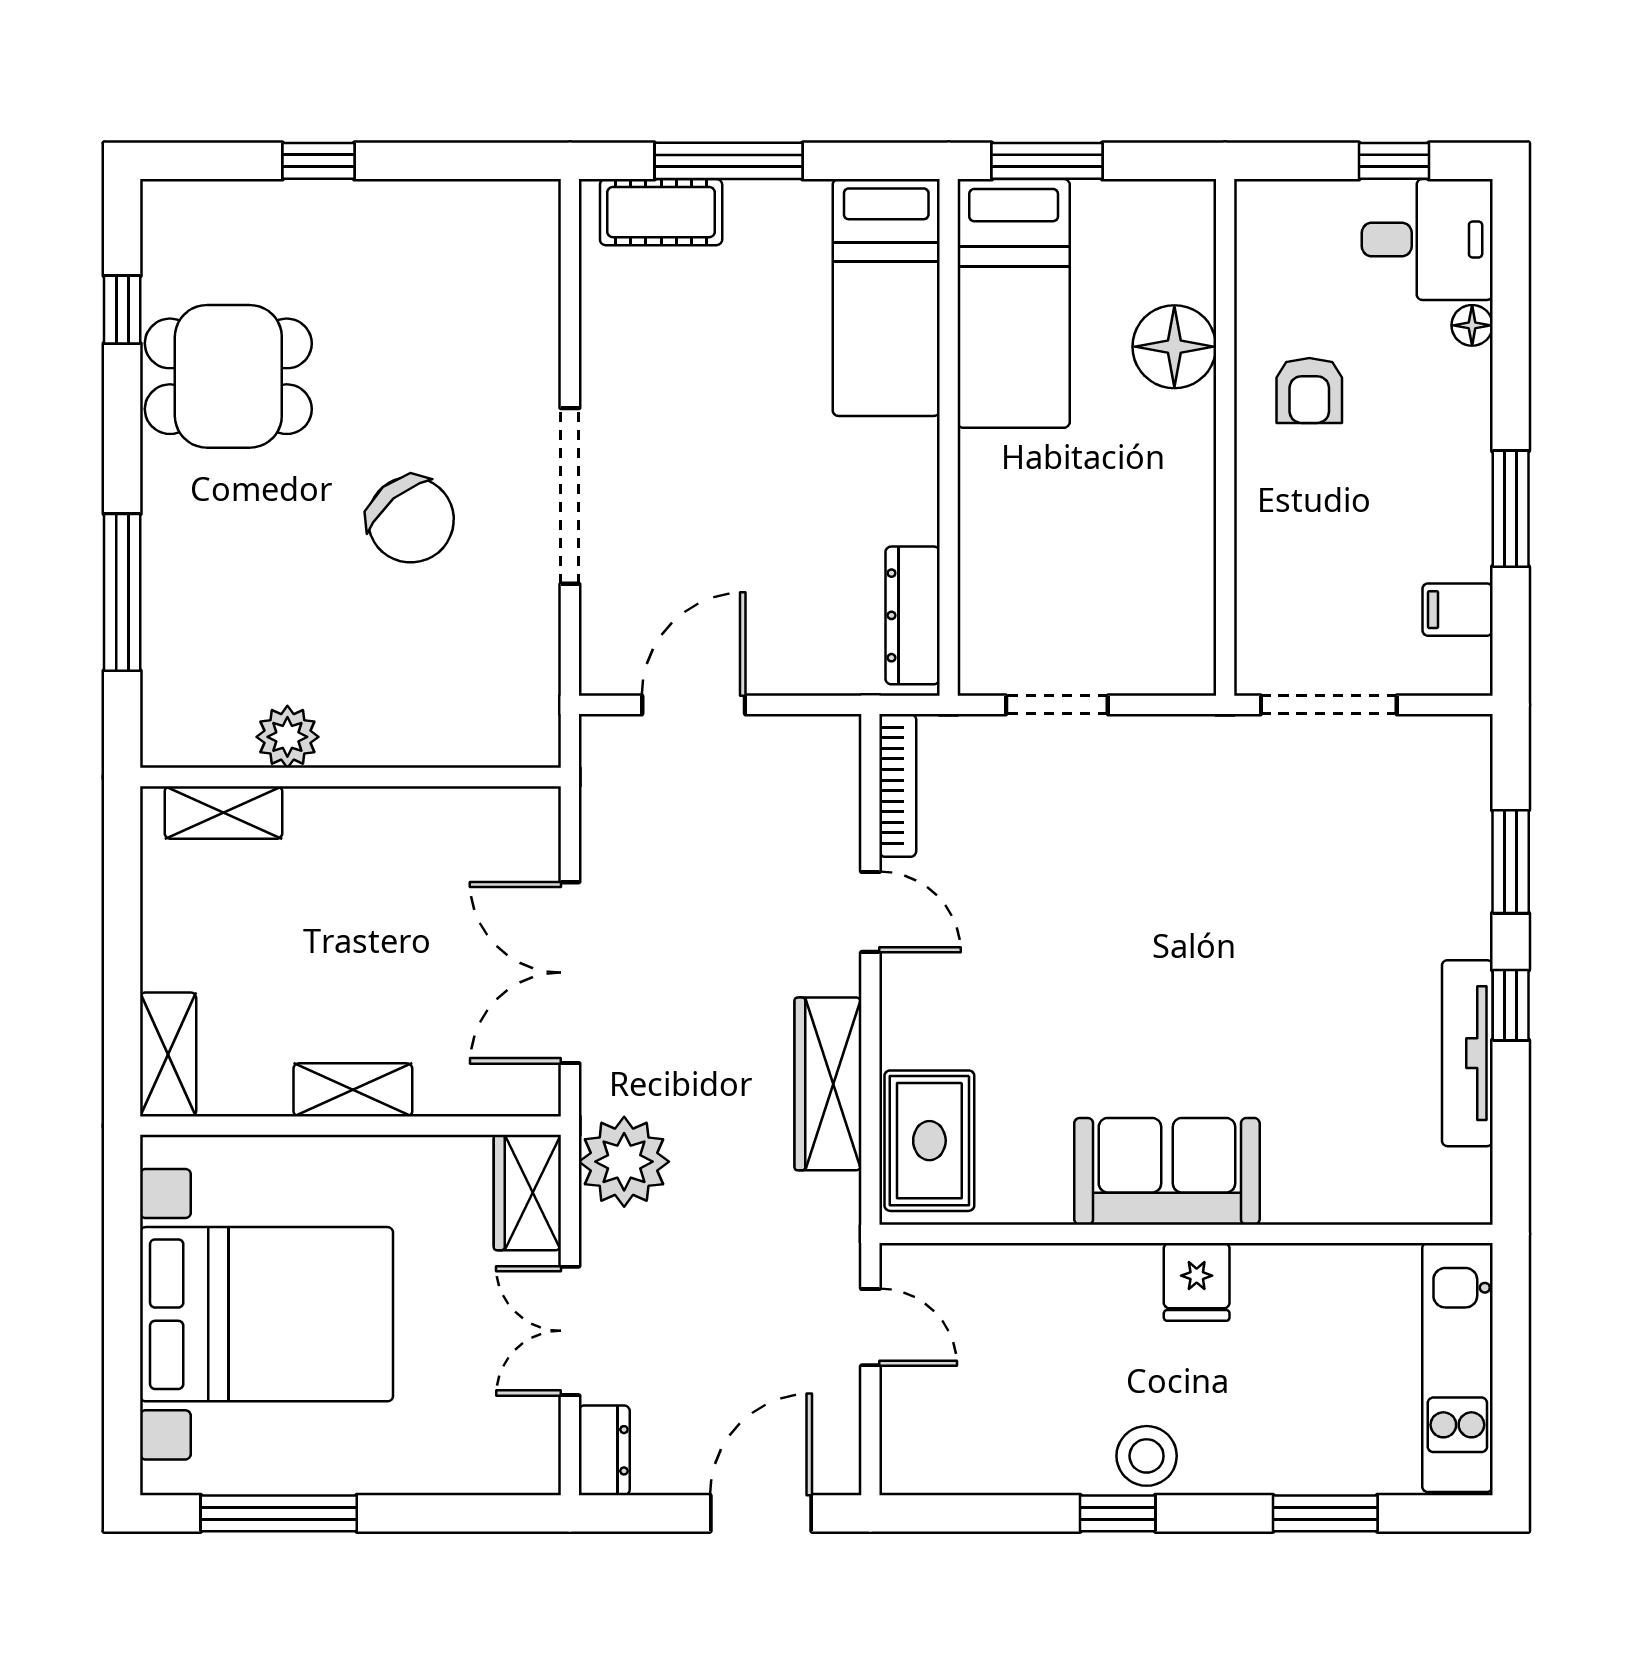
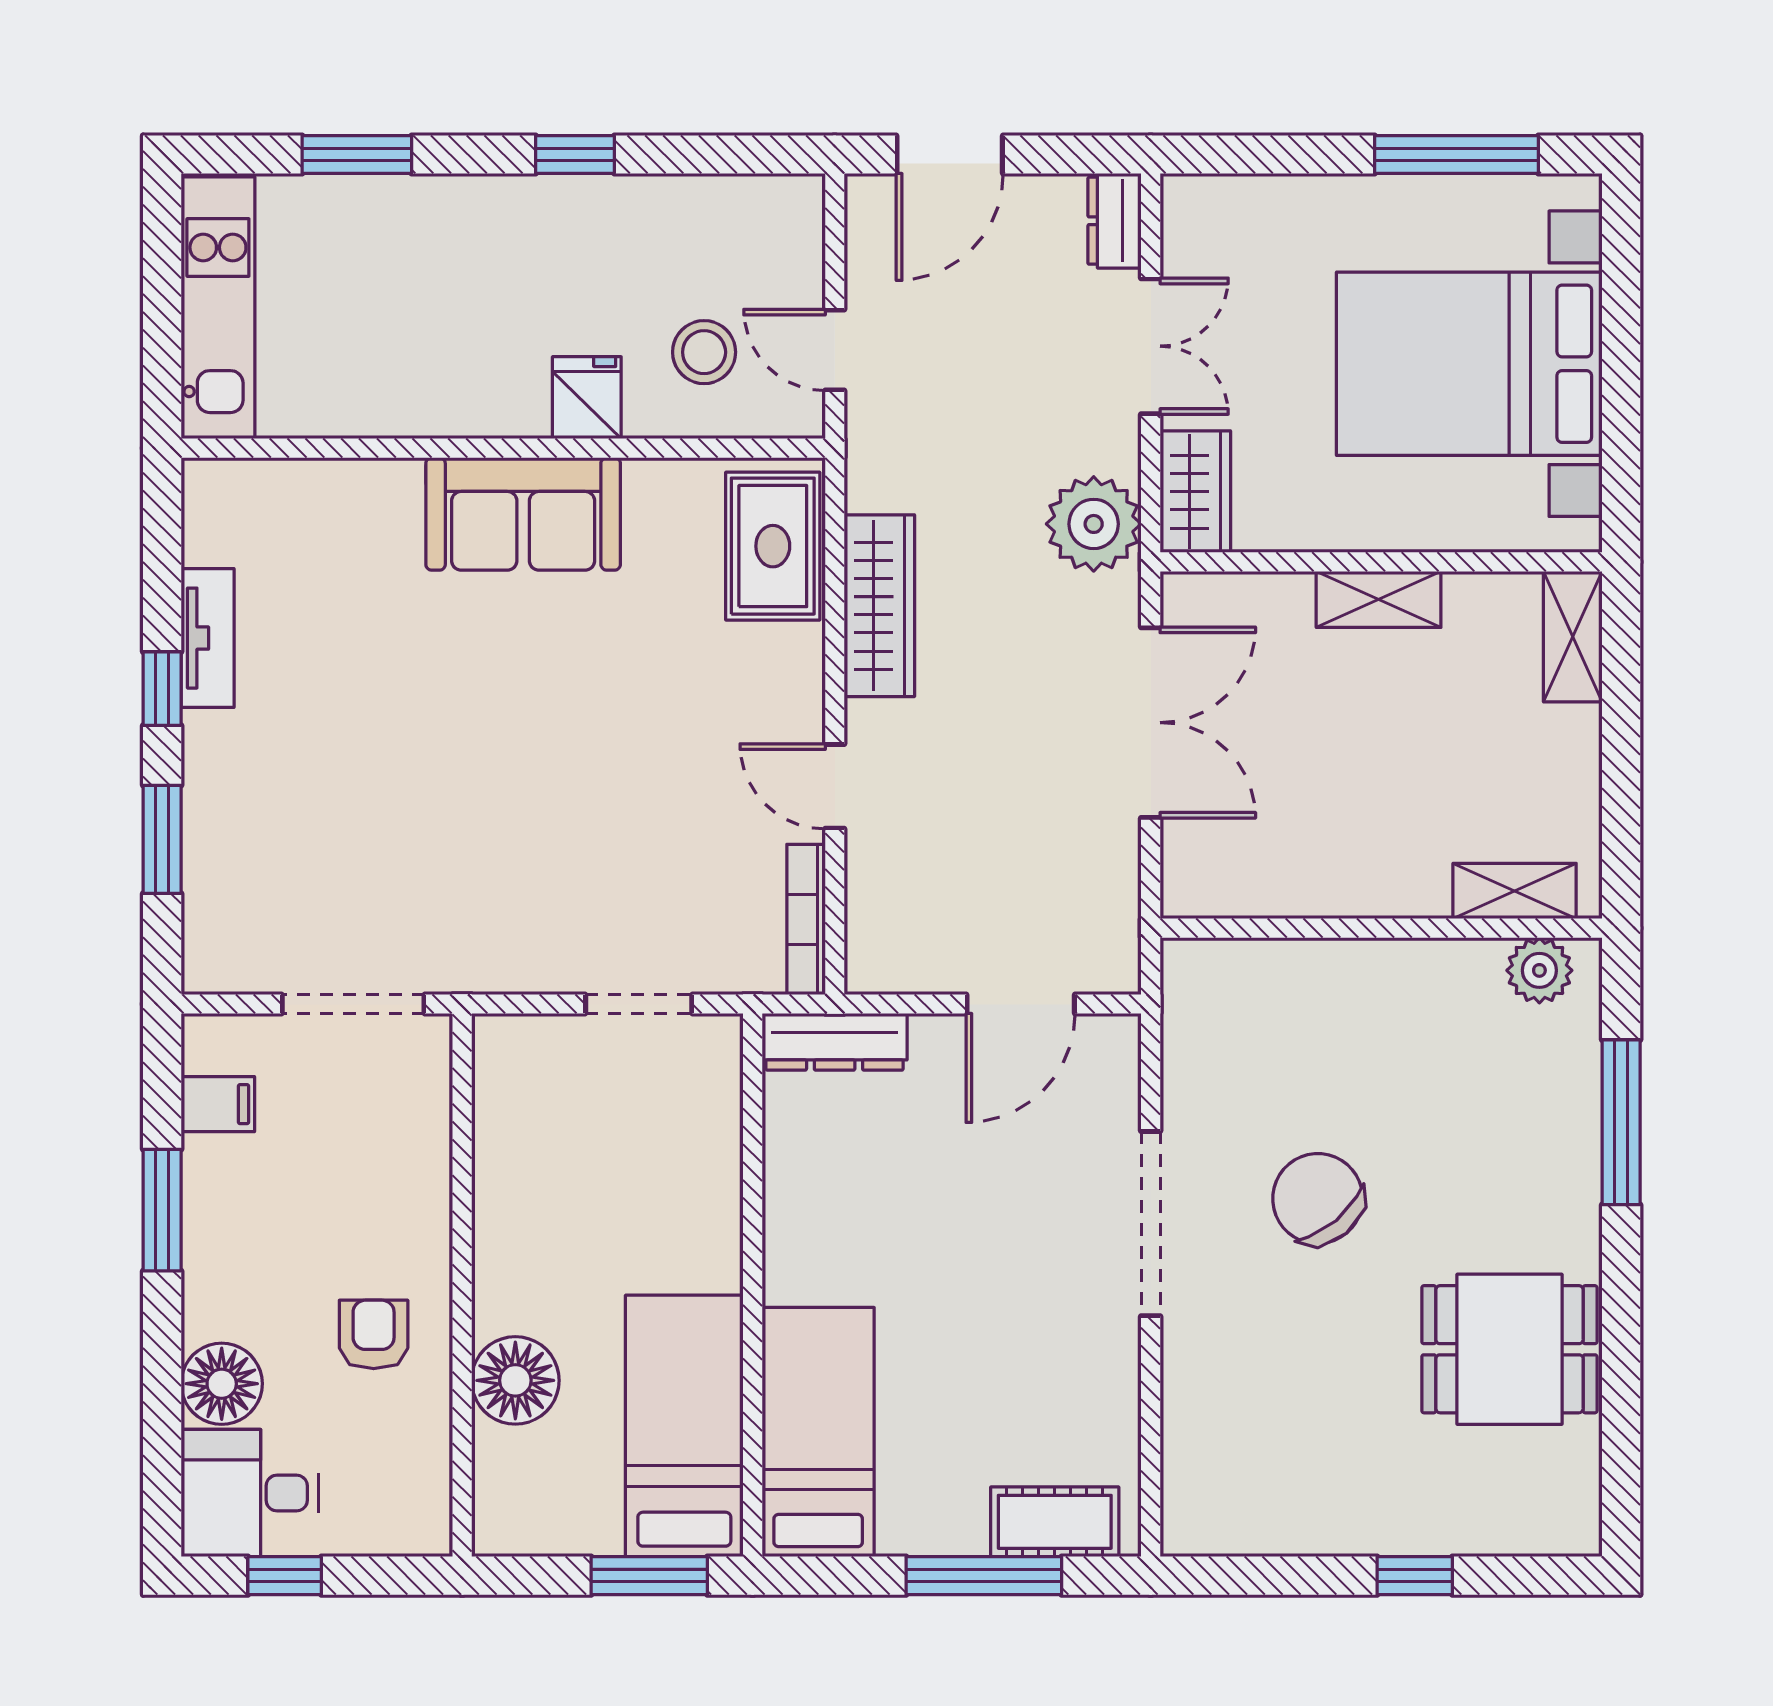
window: (122, 310) -> (1621, 1419), removed
floor lamp: (1472, 325) -> (222, 1384), width x1.89, depth x1.89
dresser: (913, 615) -> (835, 1042), moved, turned 90
plant: (287, 737) -> (1539, 970), moved
tv unit: (1467, 1053) -> (208, 638), width x0.71
fridge: (1197, 1282) -> (587, 398), moved
stool: (1147, 1456) -> (704, 352), moved

